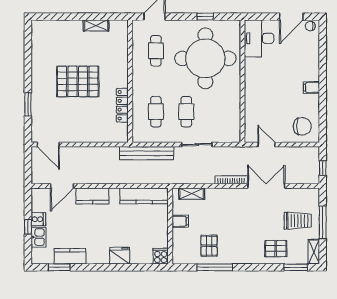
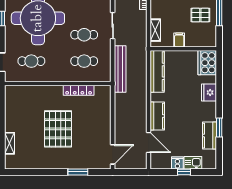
shelving: (96, 25) -> (9, 143), moved
cooker: (161, 256) -> (207, 63), width x1.87, depth x1.31
window: (59, 267) -> (219, 128), moved

